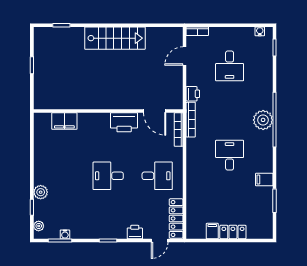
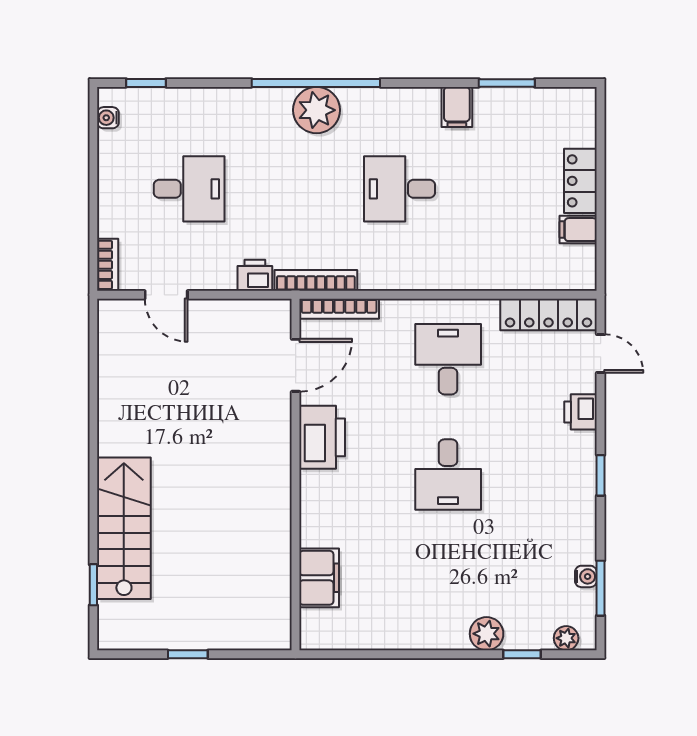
stairs: (115, 38) -> (124, 528), moved

